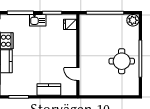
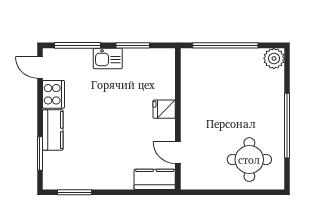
fridge: (70, 24) -> (164, 109), moved
round table: (122, 61) -> (249, 160), moved
kitchen counter: (49, 89) -> (155, 179), moved

